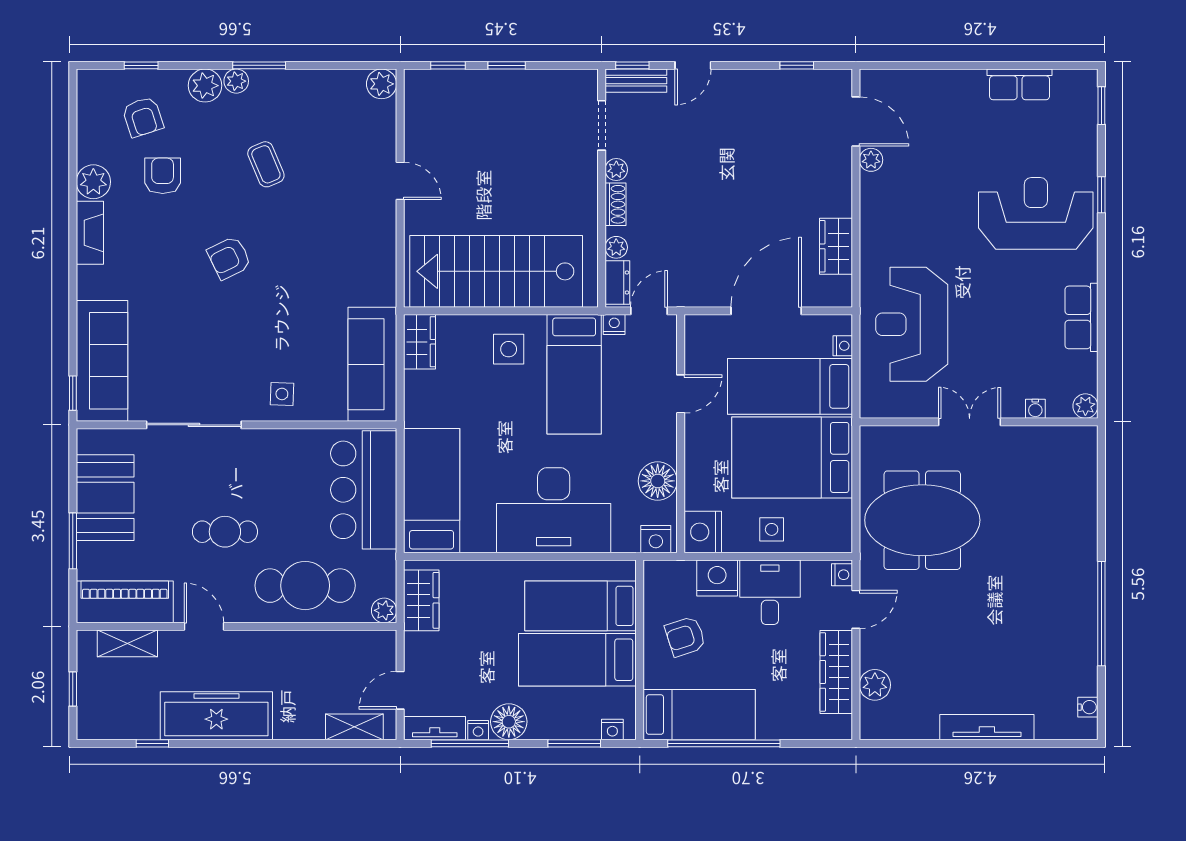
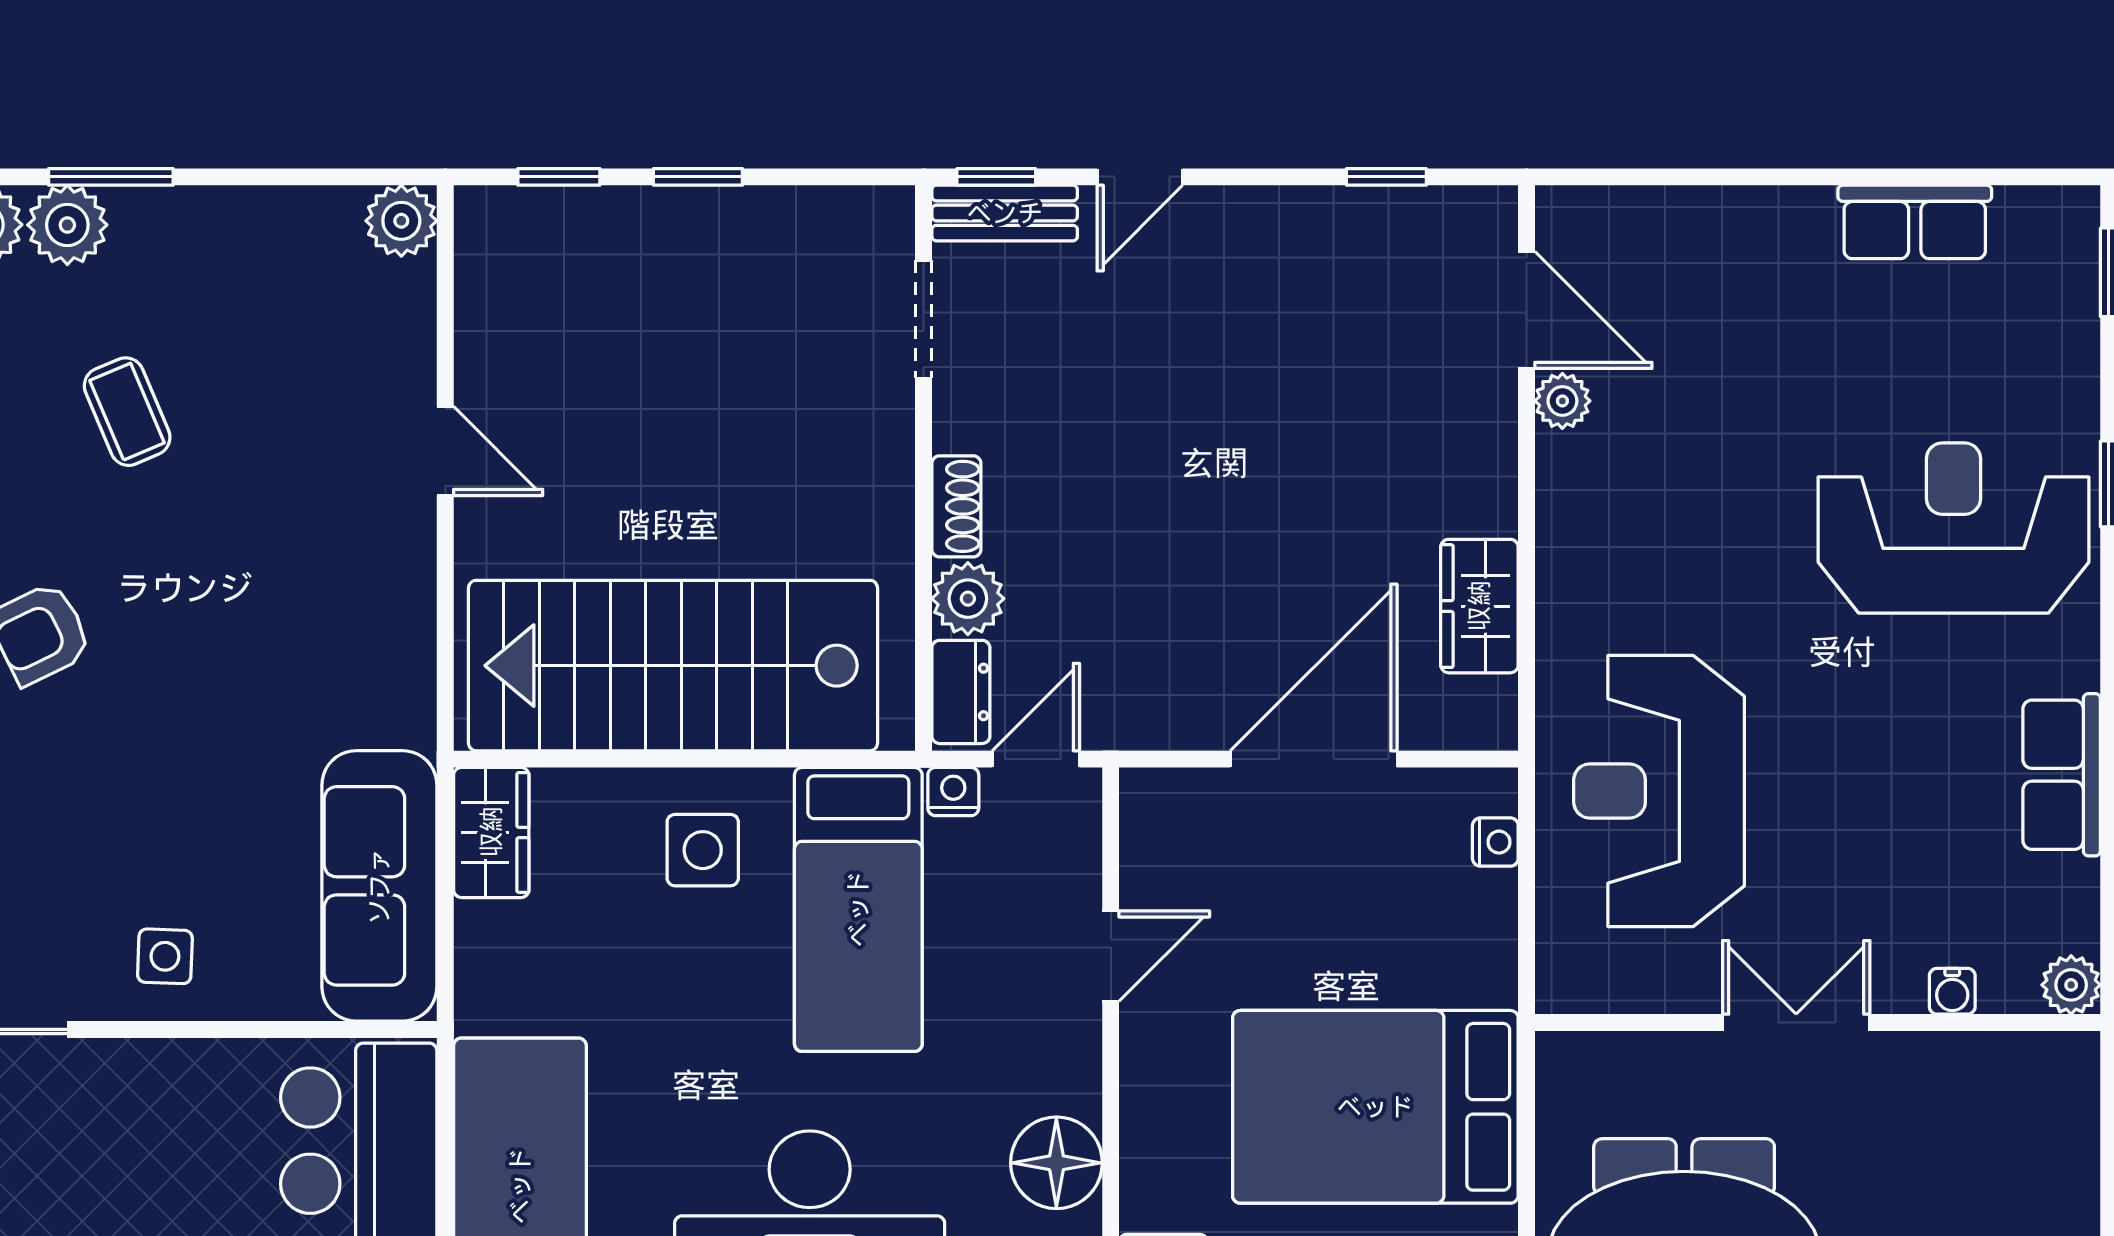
plant: (236, 81) -> (67, 225), width x1.38, depth x1.38
plant: (616, 170) -> (958, 424), removed
plant: (616, 247) -> (968, 599), width x1.38, depth x1.38
bed: (790, 386) -> (1370, 938), removed

